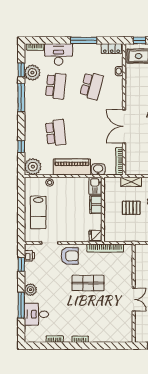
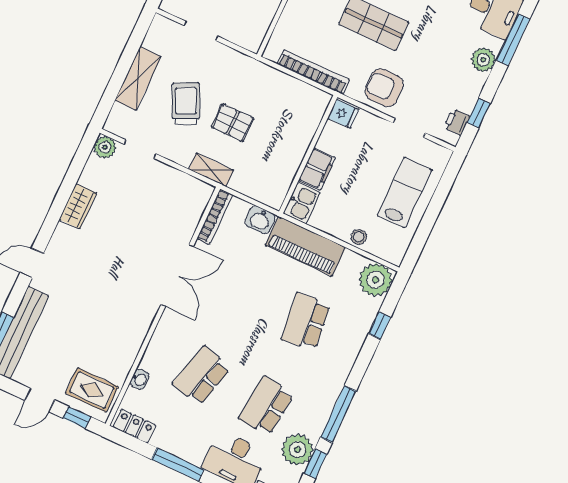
kitchen sink: (95, 186) -> (302, 203), moved
filing cabinet: (96, 205) -> (317, 169), moved
wall: (103, 209) -> (308, 154), moved
fridge: (95, 235) -> (343, 114), moved

